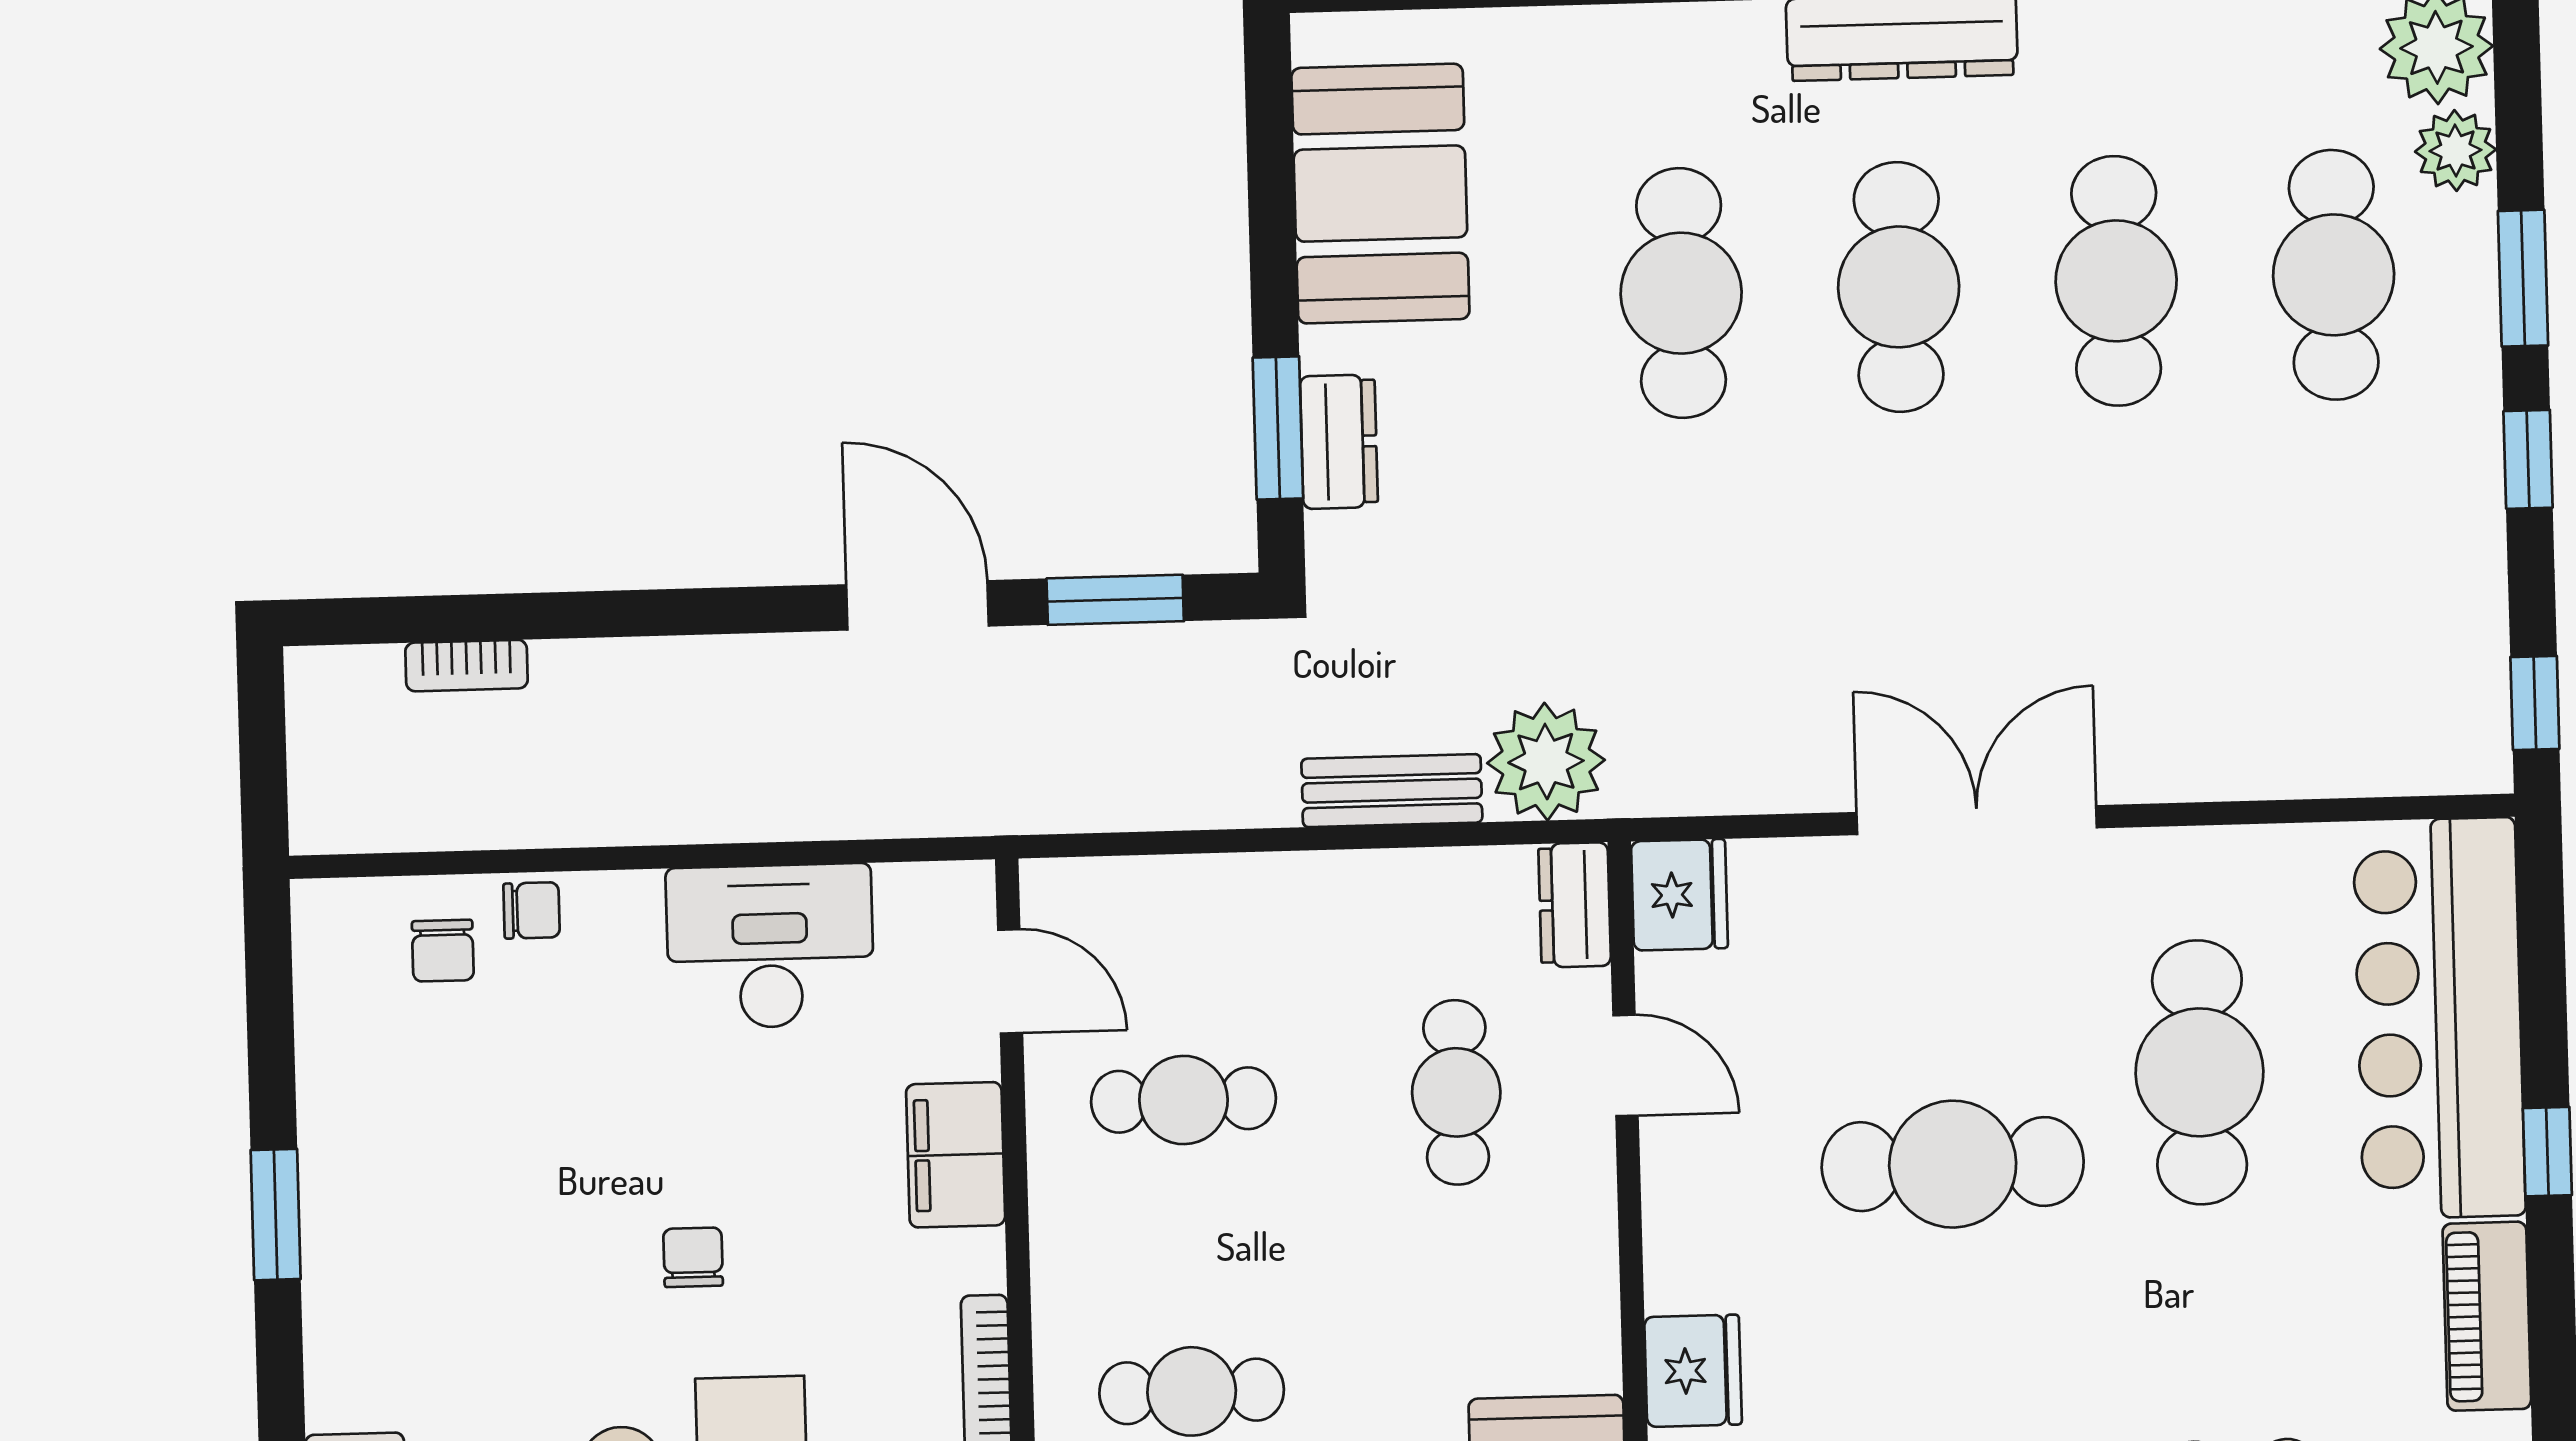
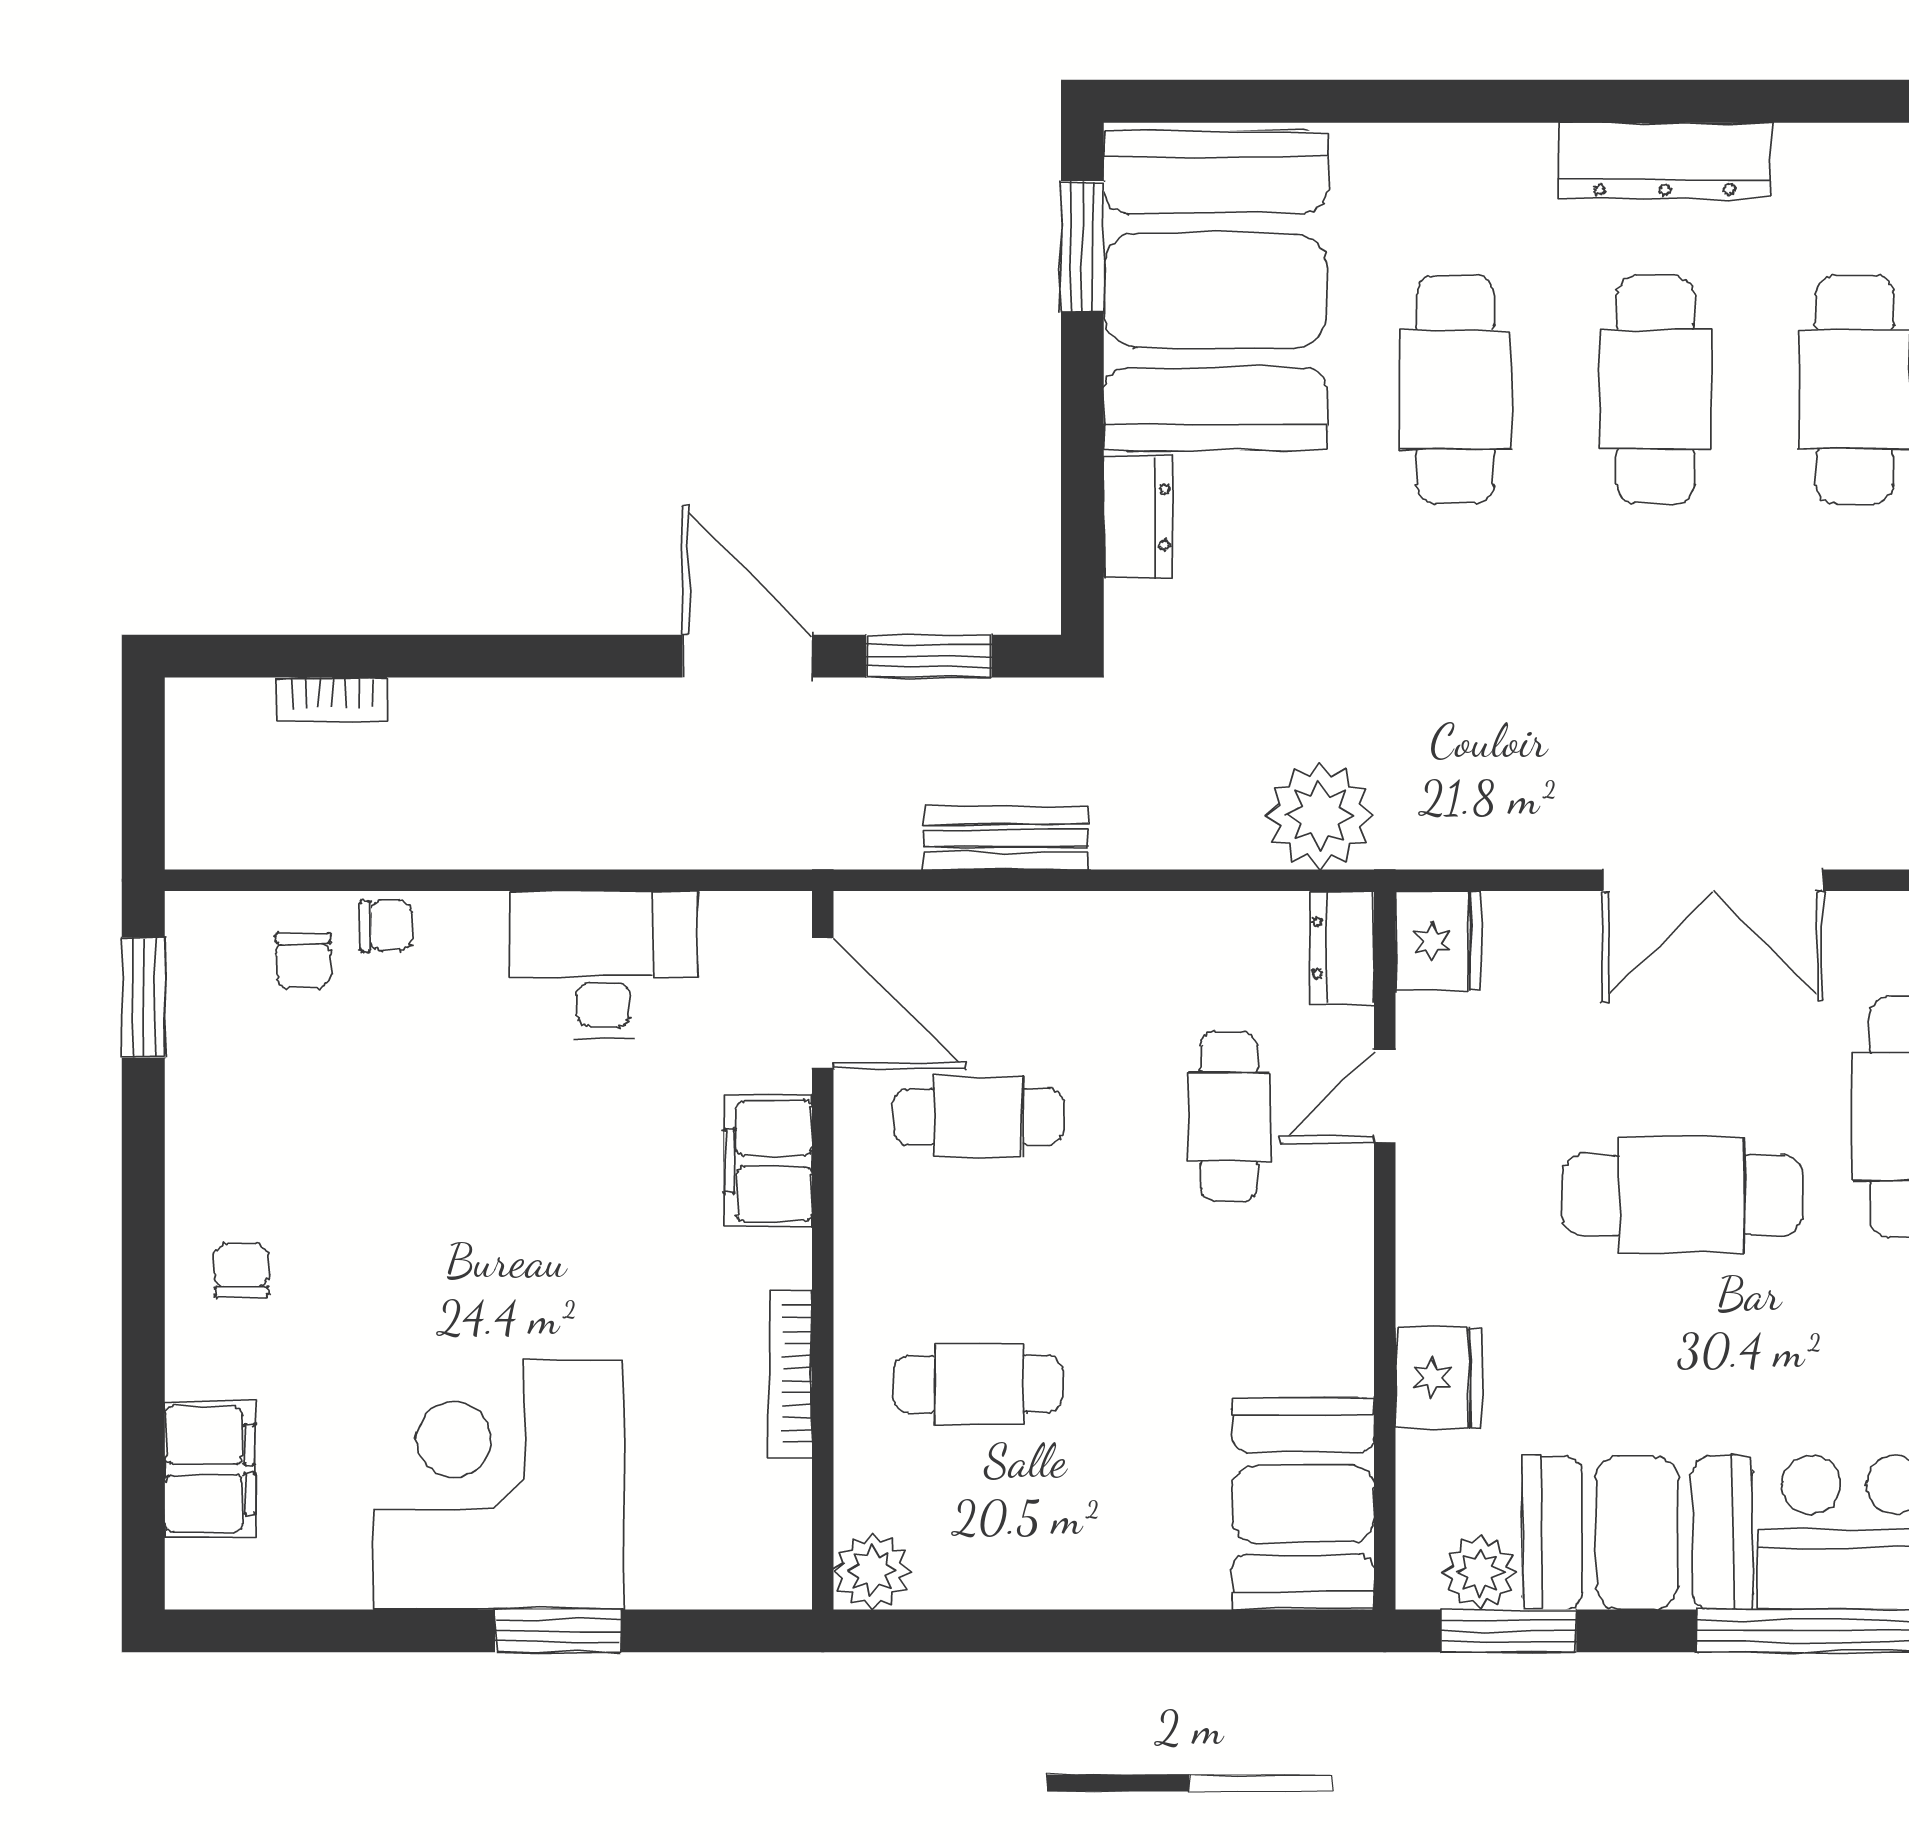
booth: (1380, 194) -> (1216, 290), width x1.36, depth x1.42
window: (1278, 428) -> (1082, 246), moved
bench: (1392, 791) -> (1006, 838), moved
double door: (1977, 820) -> (1713, 880), swing flipped
door: (1010, 981) -> (823, 1003), width x1.38
door: (1625, 1065) -> (1385, 1096), swing flipped
window: (276, 1215) -> (143, 998), moved
chair: (693, 1257) -> (241, 1271), moved

